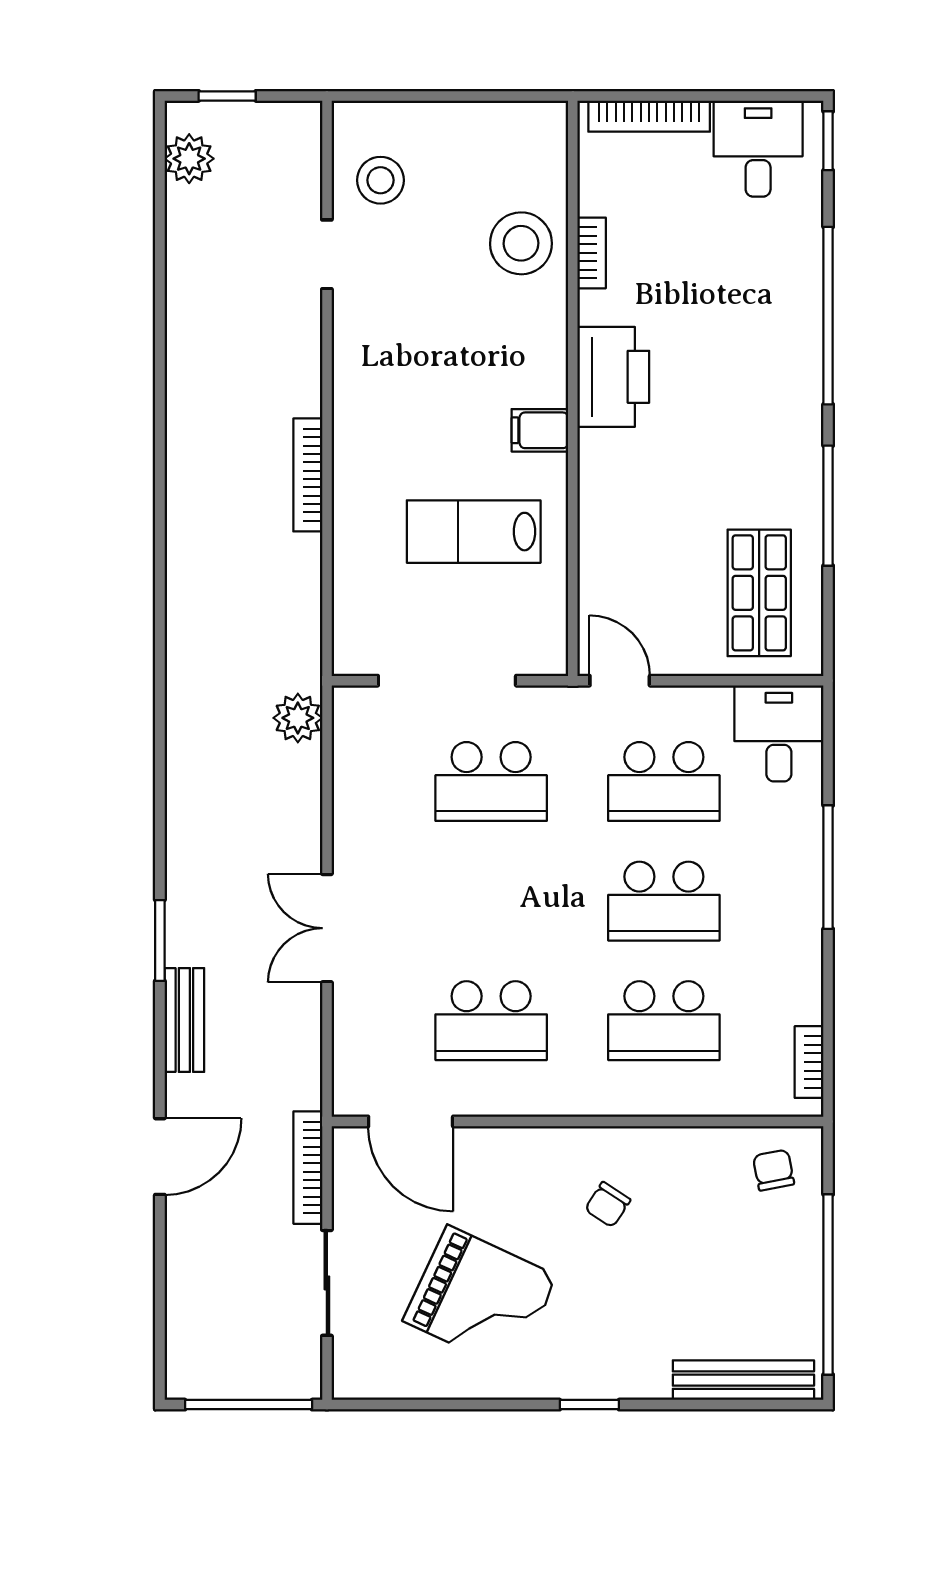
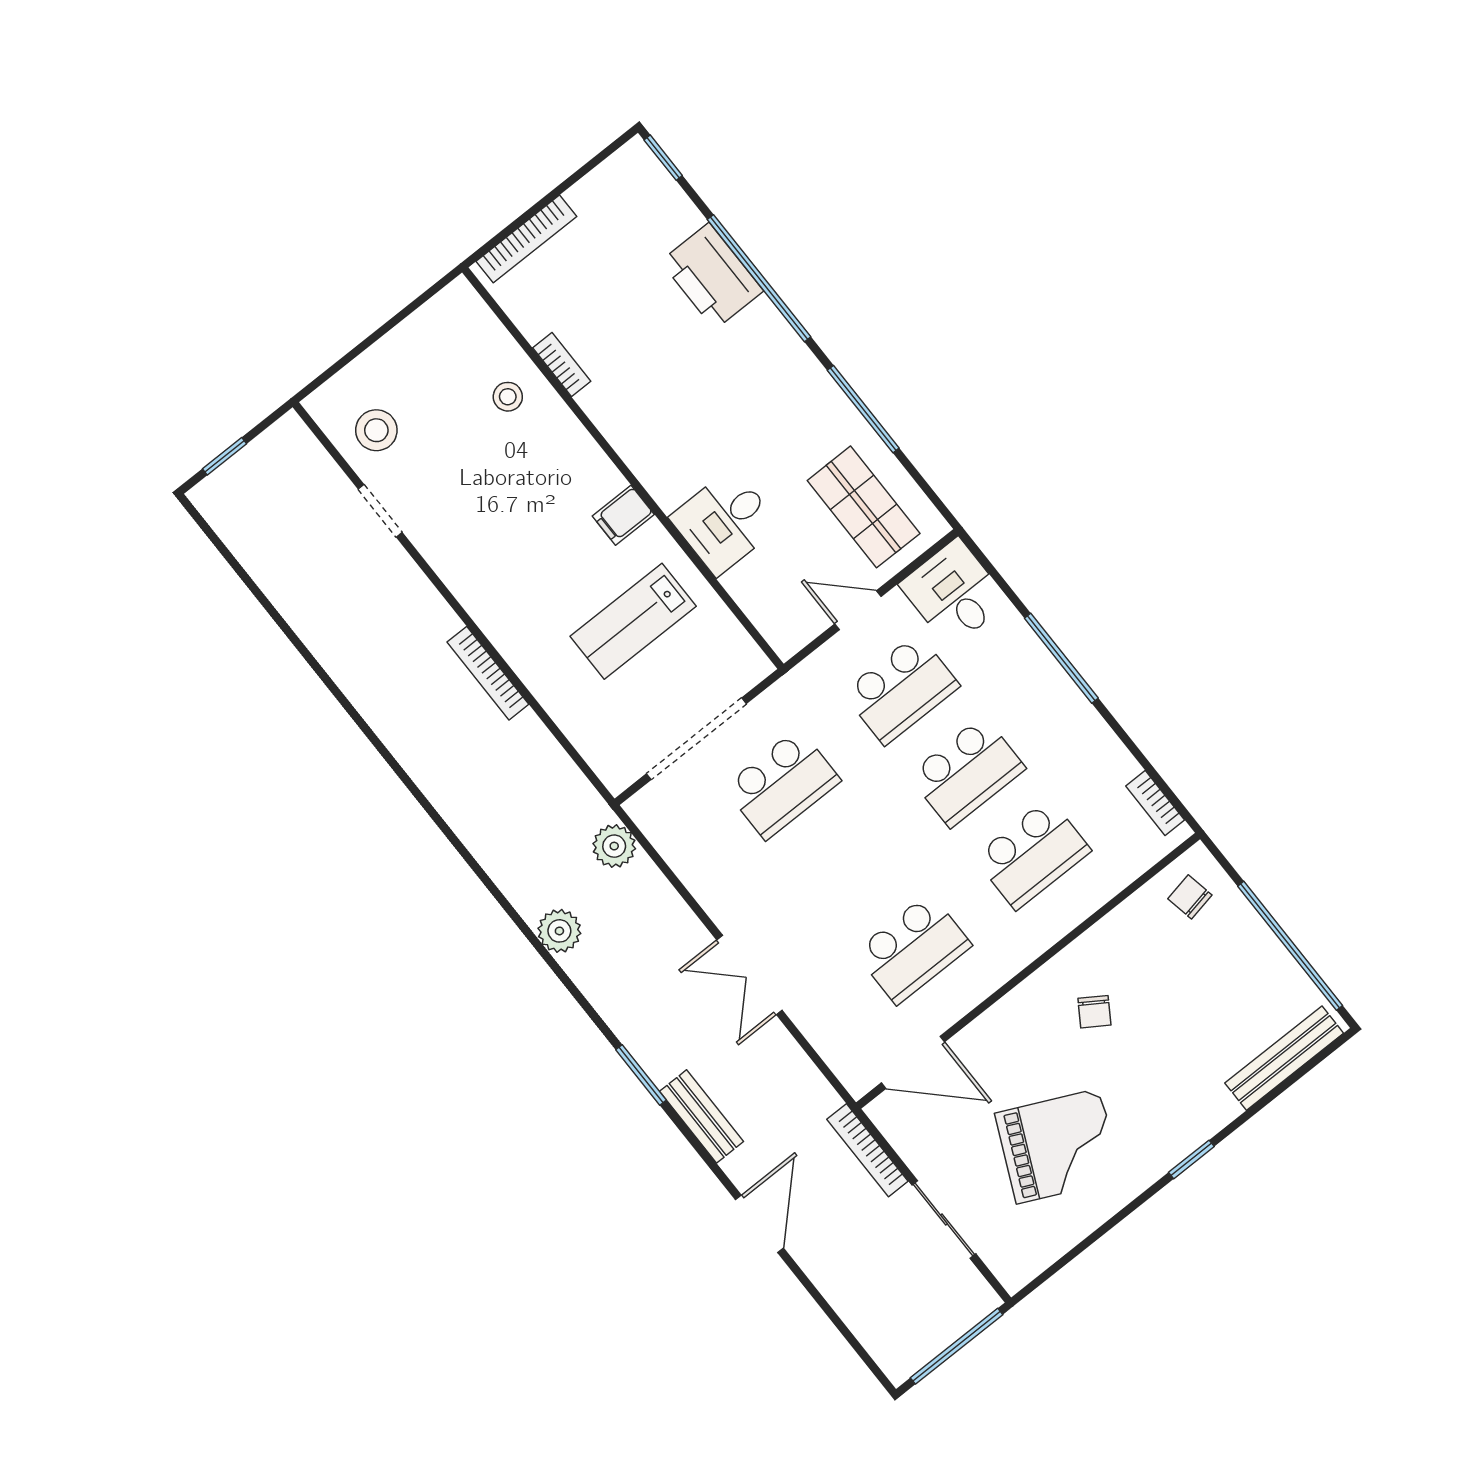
desk: (758, 149) -> (725, 522), moved, turned -90
plant: (189, 159) -> (559, 931), moved
stool: (521, 243) -> (508, 397), width x0.53, depth x0.53
printer: (613, 377) -> (712, 276), moved, turned 180
door: (620, 681) -> (858, 610), moved

